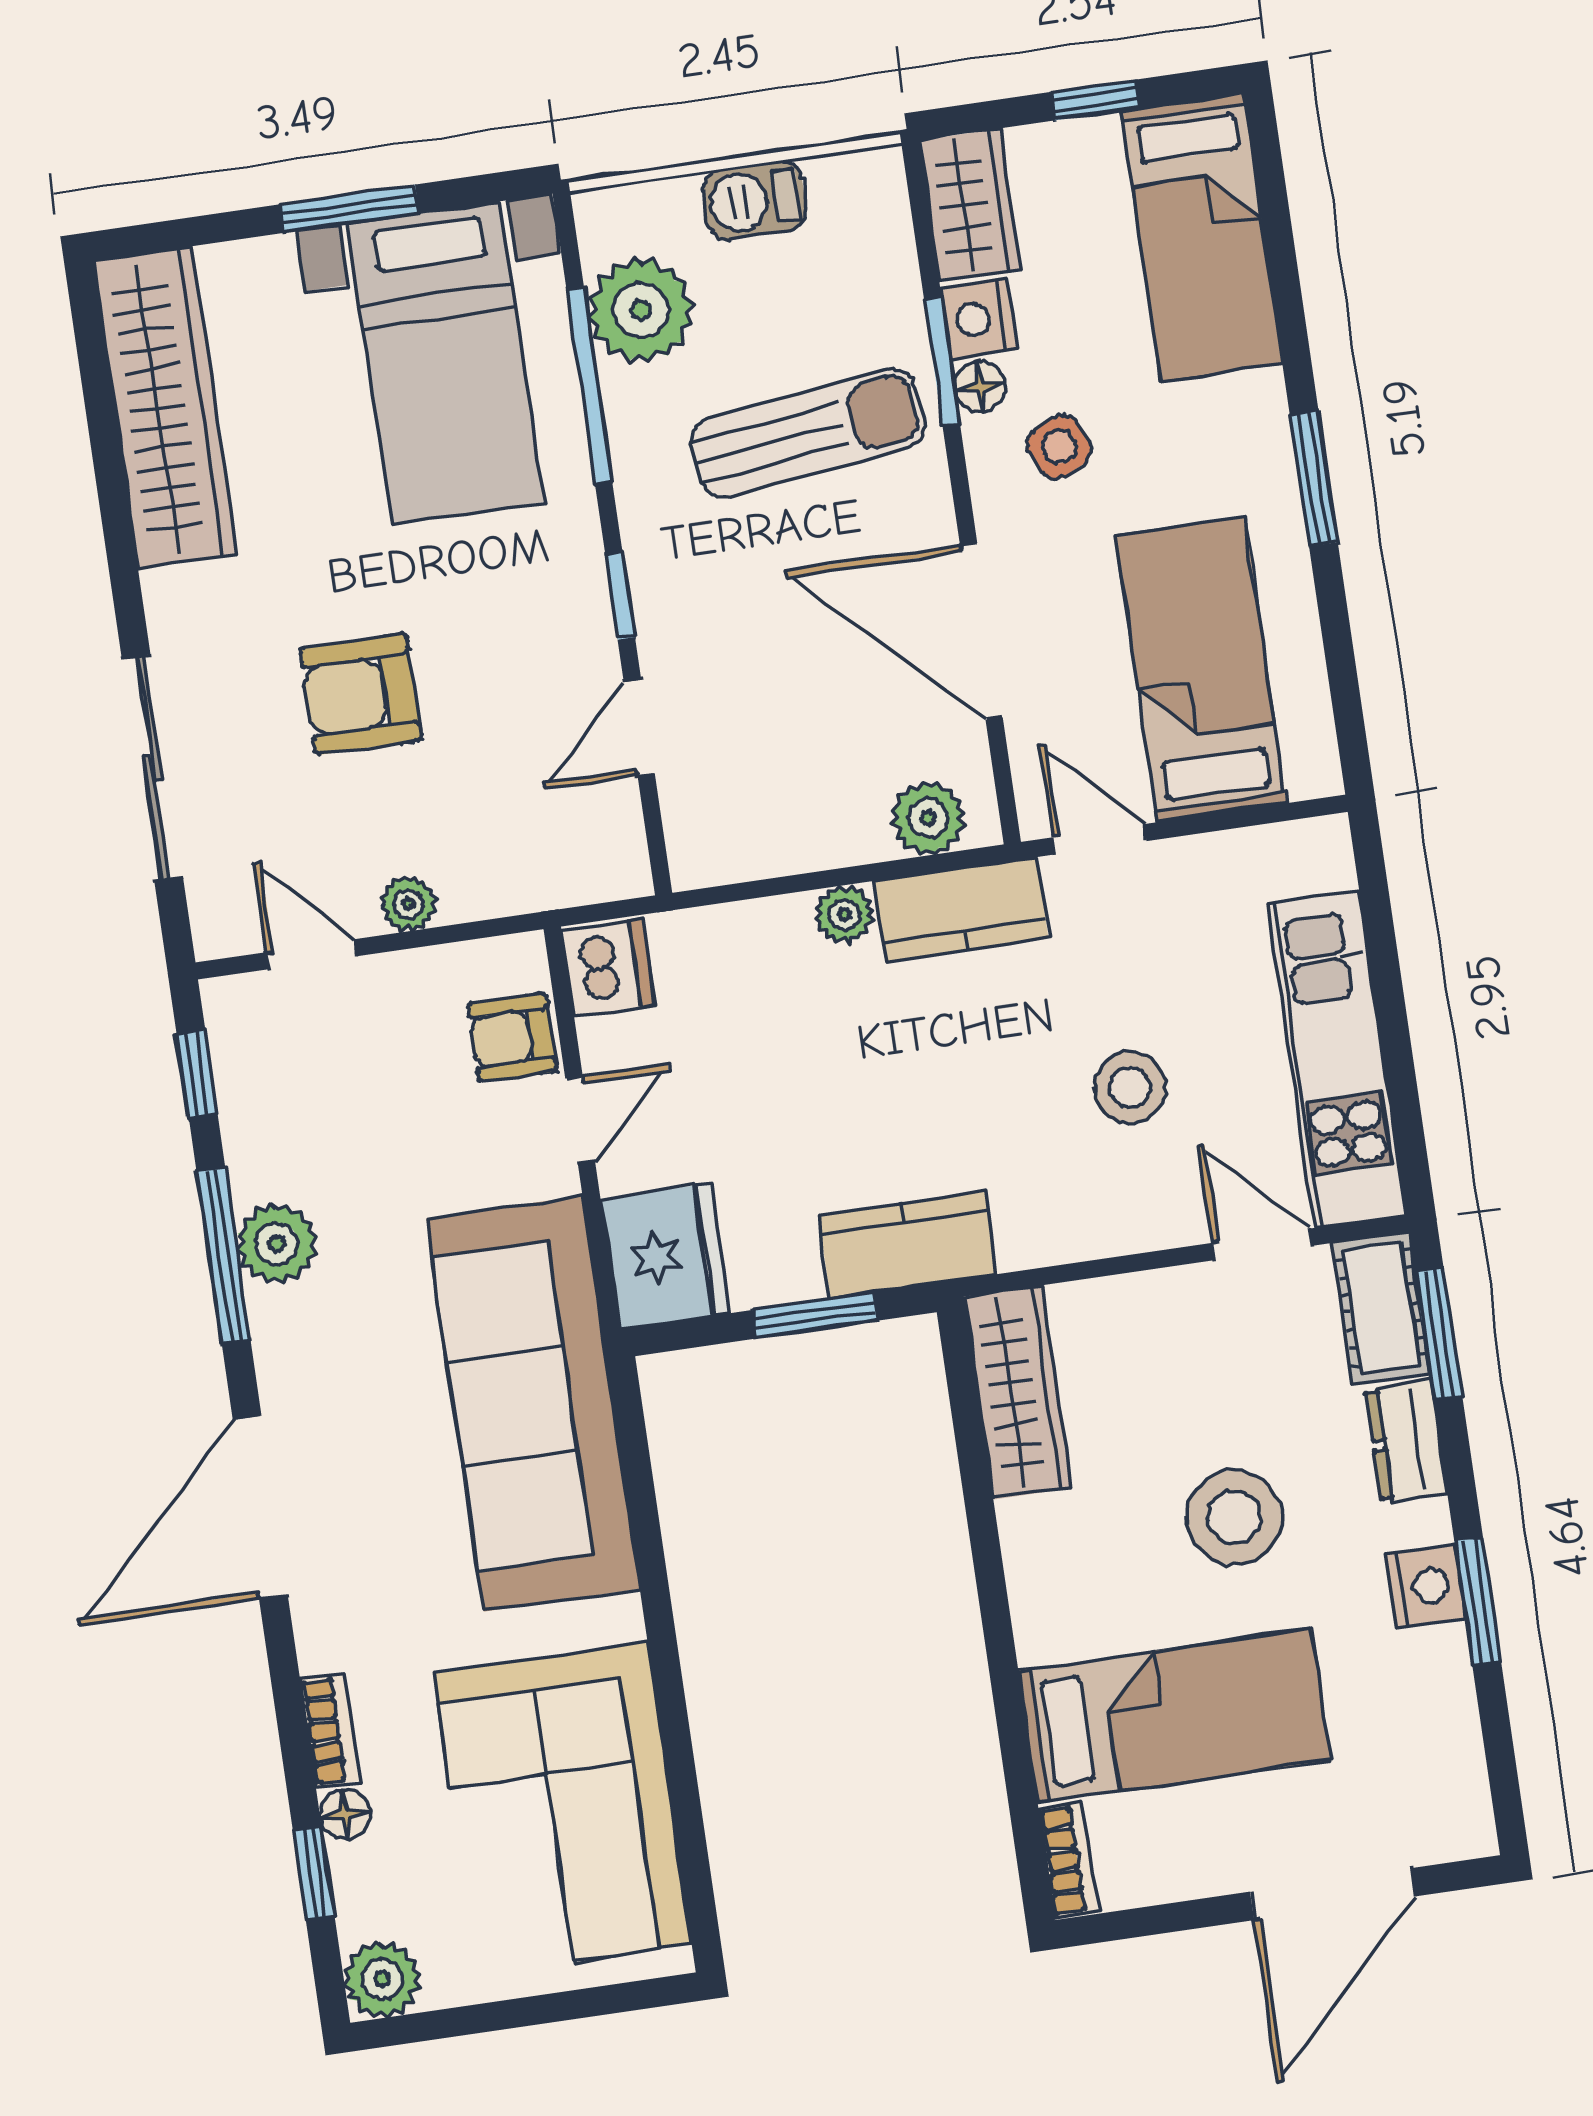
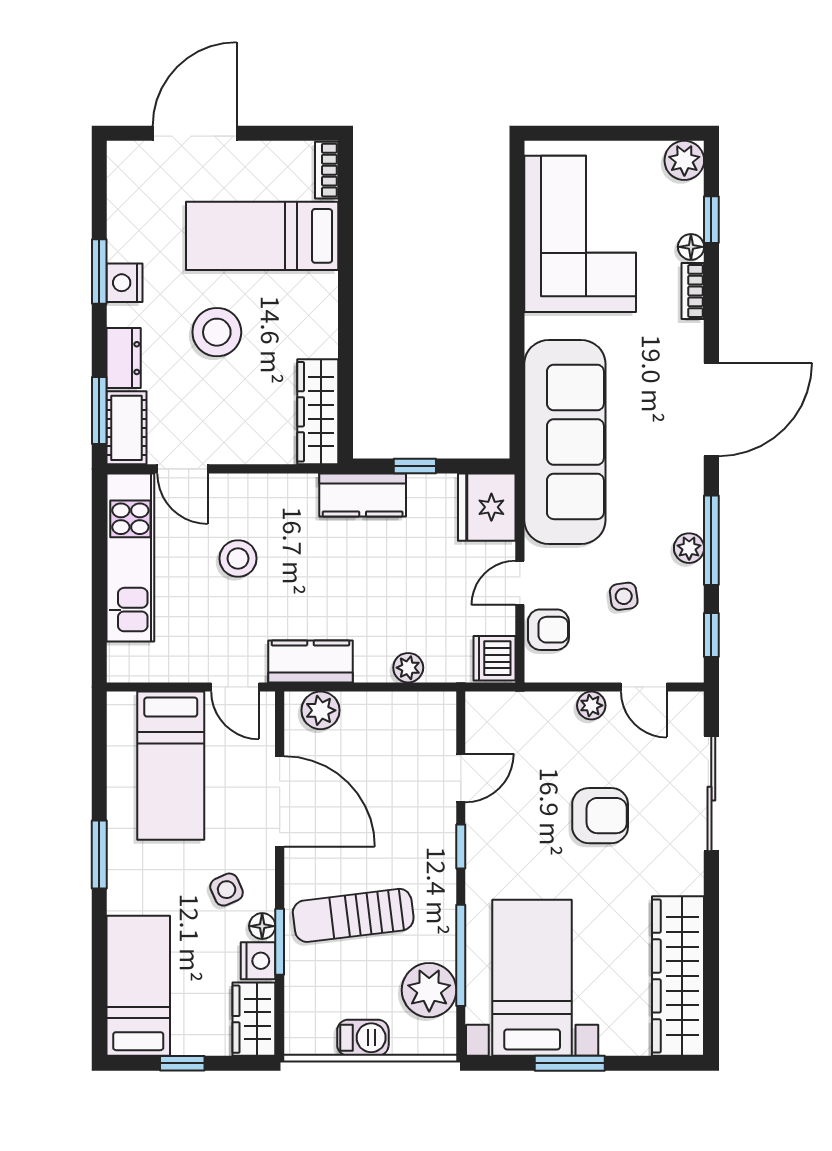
plant: (844, 914) -> (408, 668), moved
side table: (377, 1123) -> (624, 596), added
plant: (277, 1243) -> (689, 548), width x0.73, depth x0.73
window: (815, 1315) -> (415, 466), width x0.67

